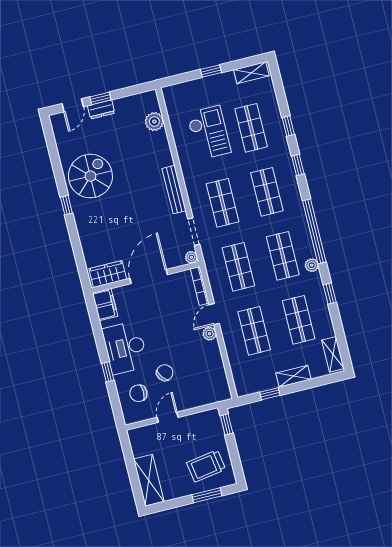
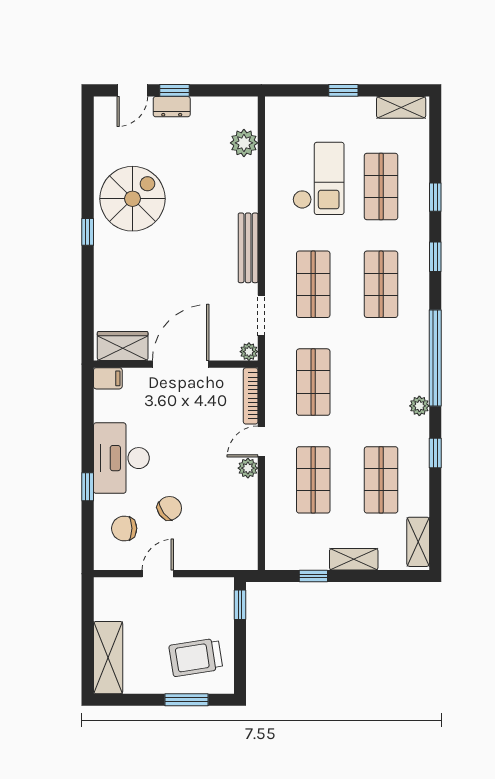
shop shelf: (283, 256) -> (381, 382), removed
filing cabinet: (105, 305) -> (108, 378), width x0.50

